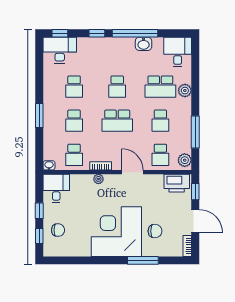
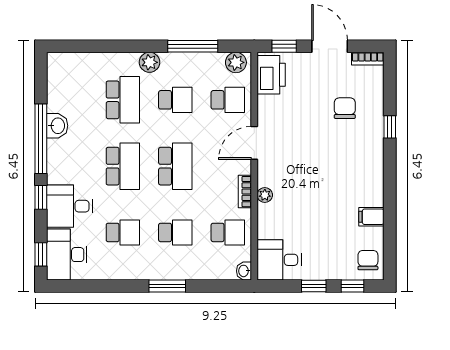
desk: (178, 52) -> (70, 206), moved
school desk: (117, 87) -> (123, 166), width x1.85
plant: (185, 91) -> (149, 62), moved
door: (195, 221) -> (330, 46), hinge flipped
chair: (58, 230) -> (368, 260), moved
corner desk: (116, 232) -> (346, 167), removed
filing cabinet: (84, 248) -> (371, 217), added
window: (143, 260) -> (390, 127), width x0.46

